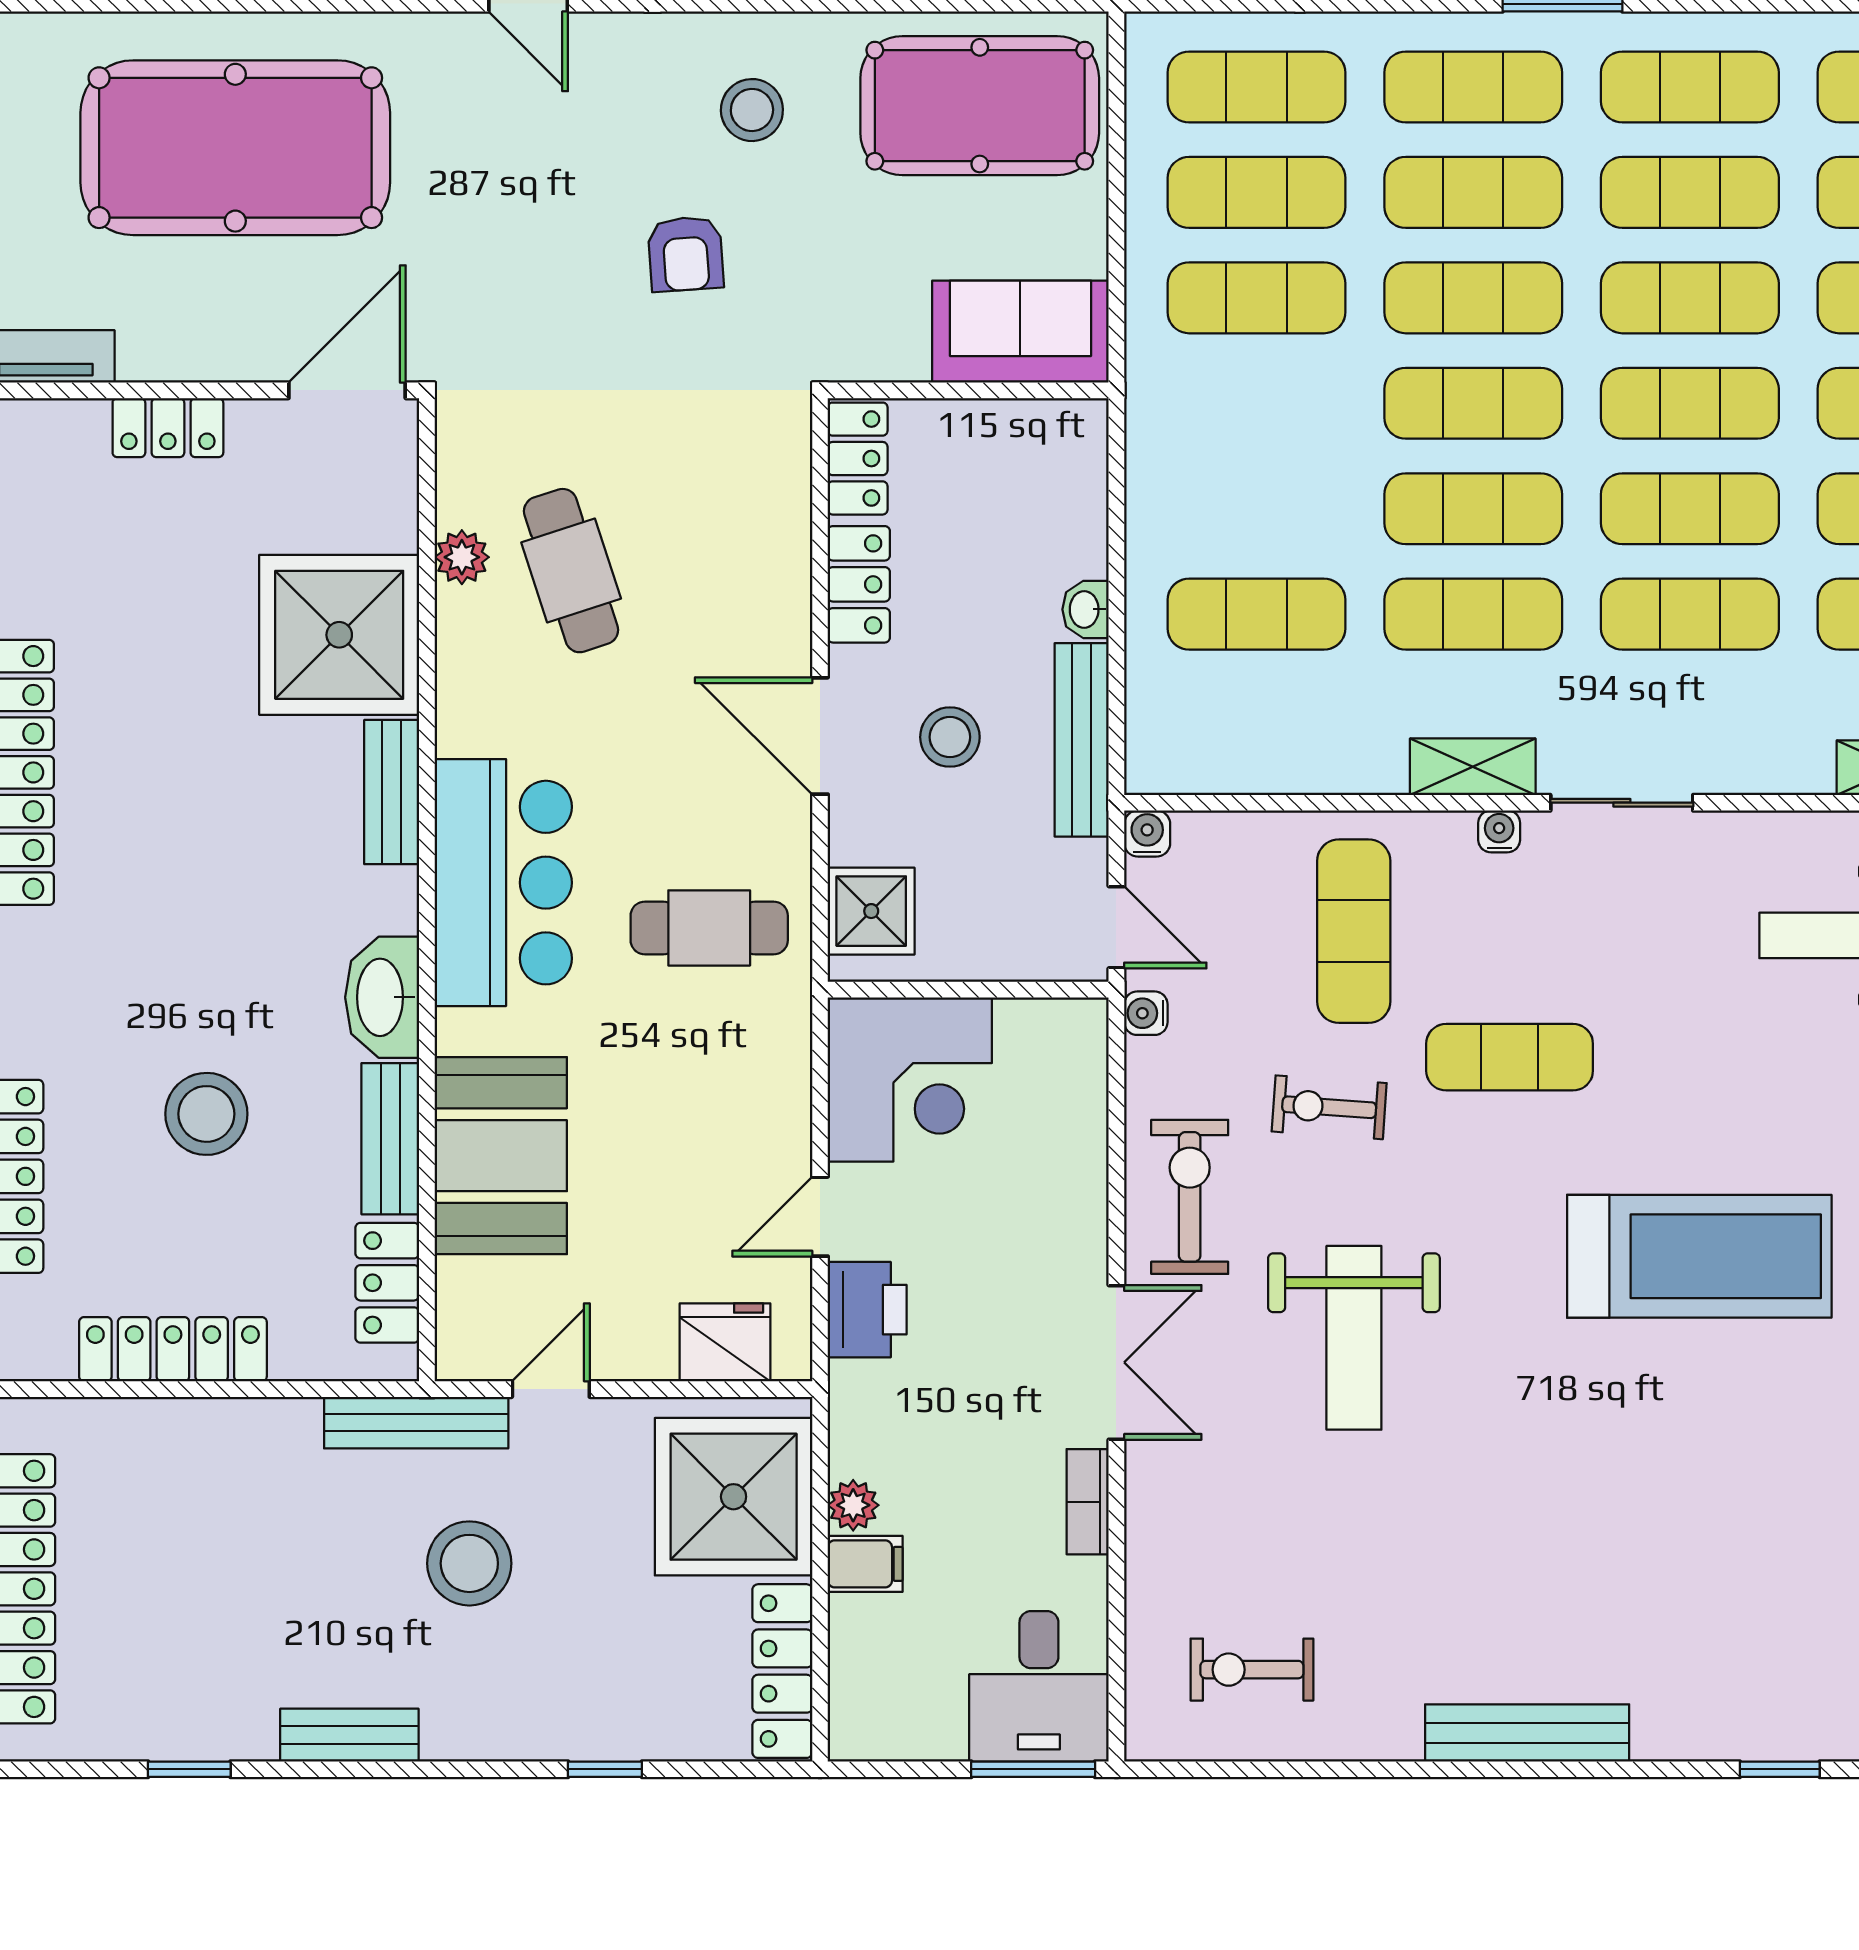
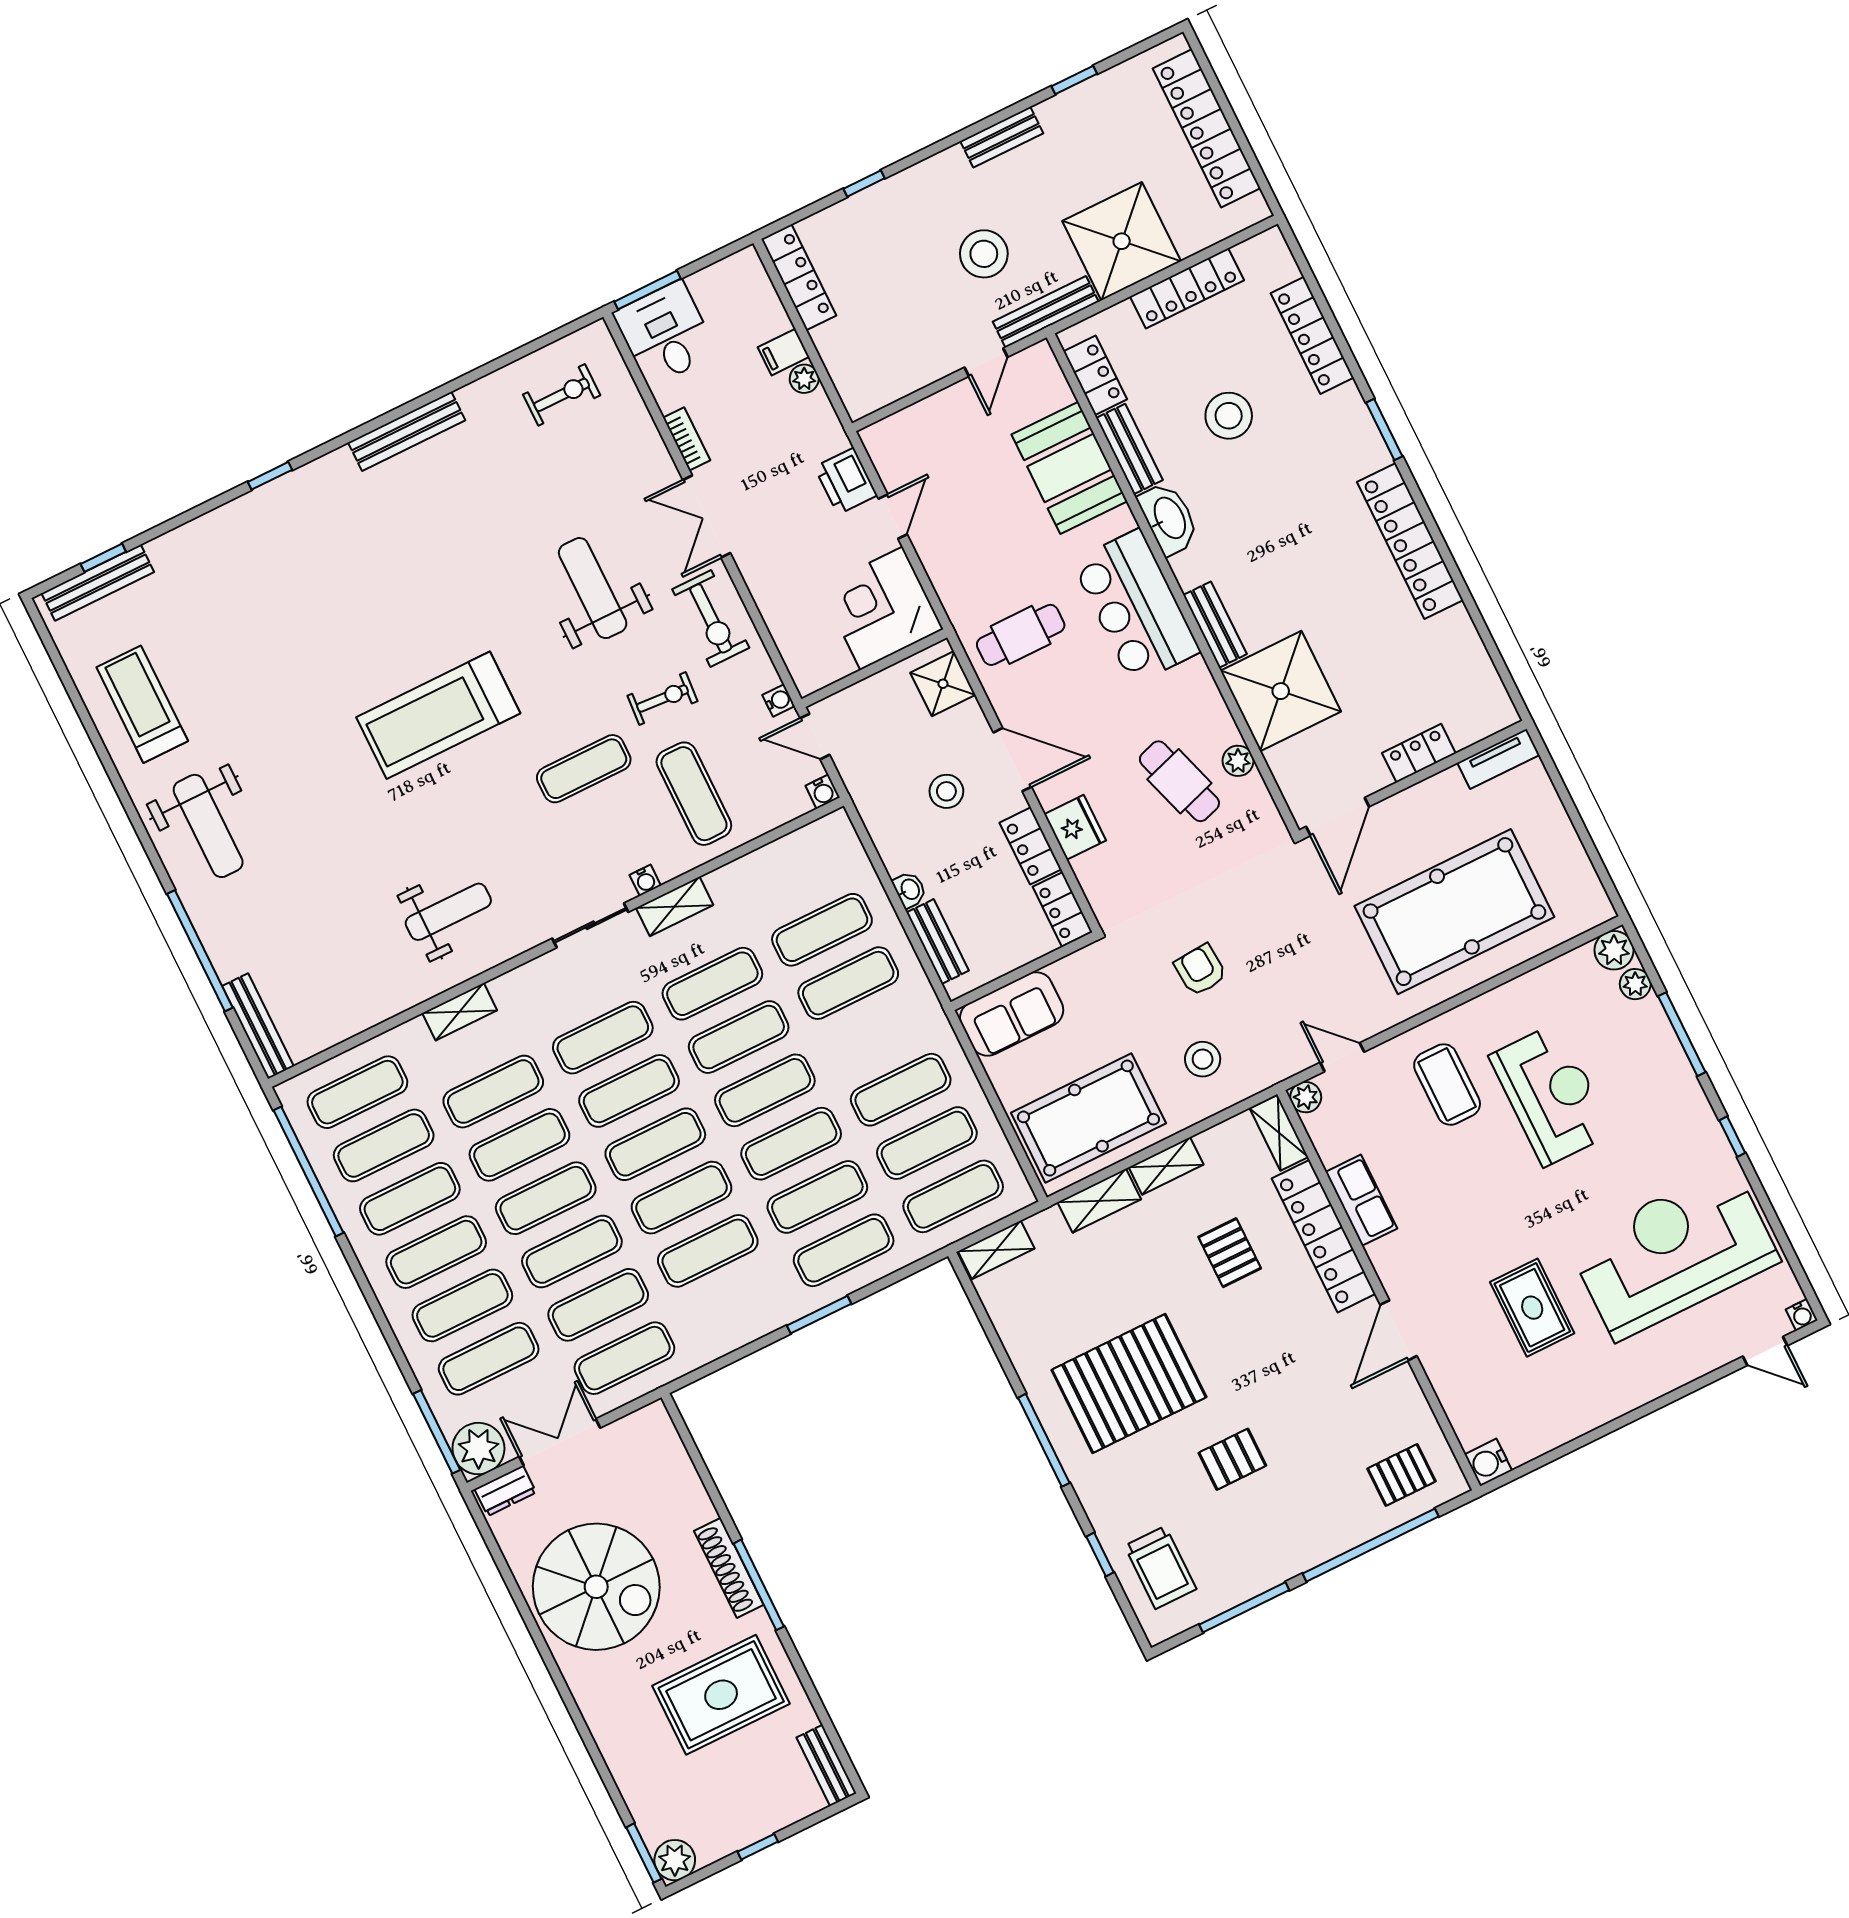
exercise mat: (1690, 87) -> (848, 983), moved
bench: (1082, 740) -> (938, 942), moved, width x0.73
fridge: (725, 1342) -> (1075, 827), moved, turned -90
shower: (734, 1497) -> (1122, 241), moved

